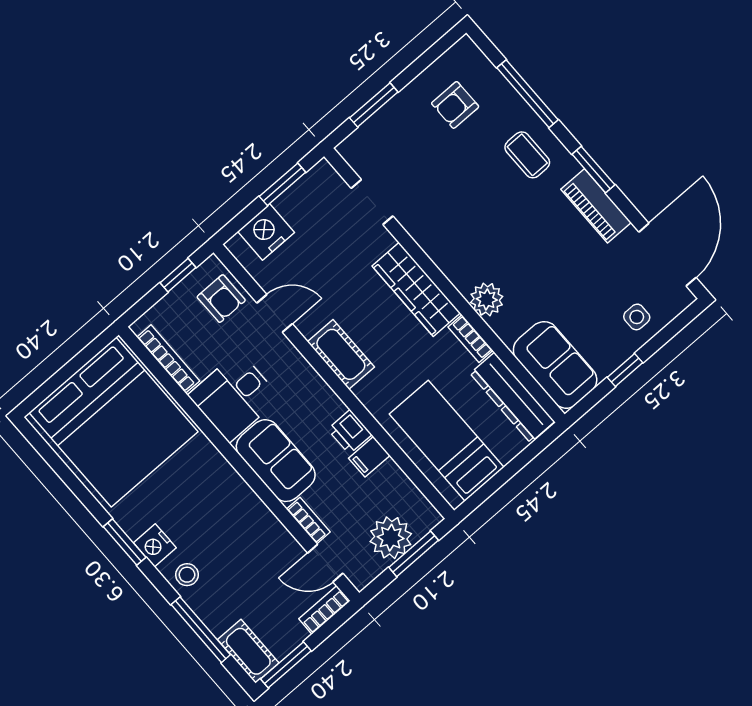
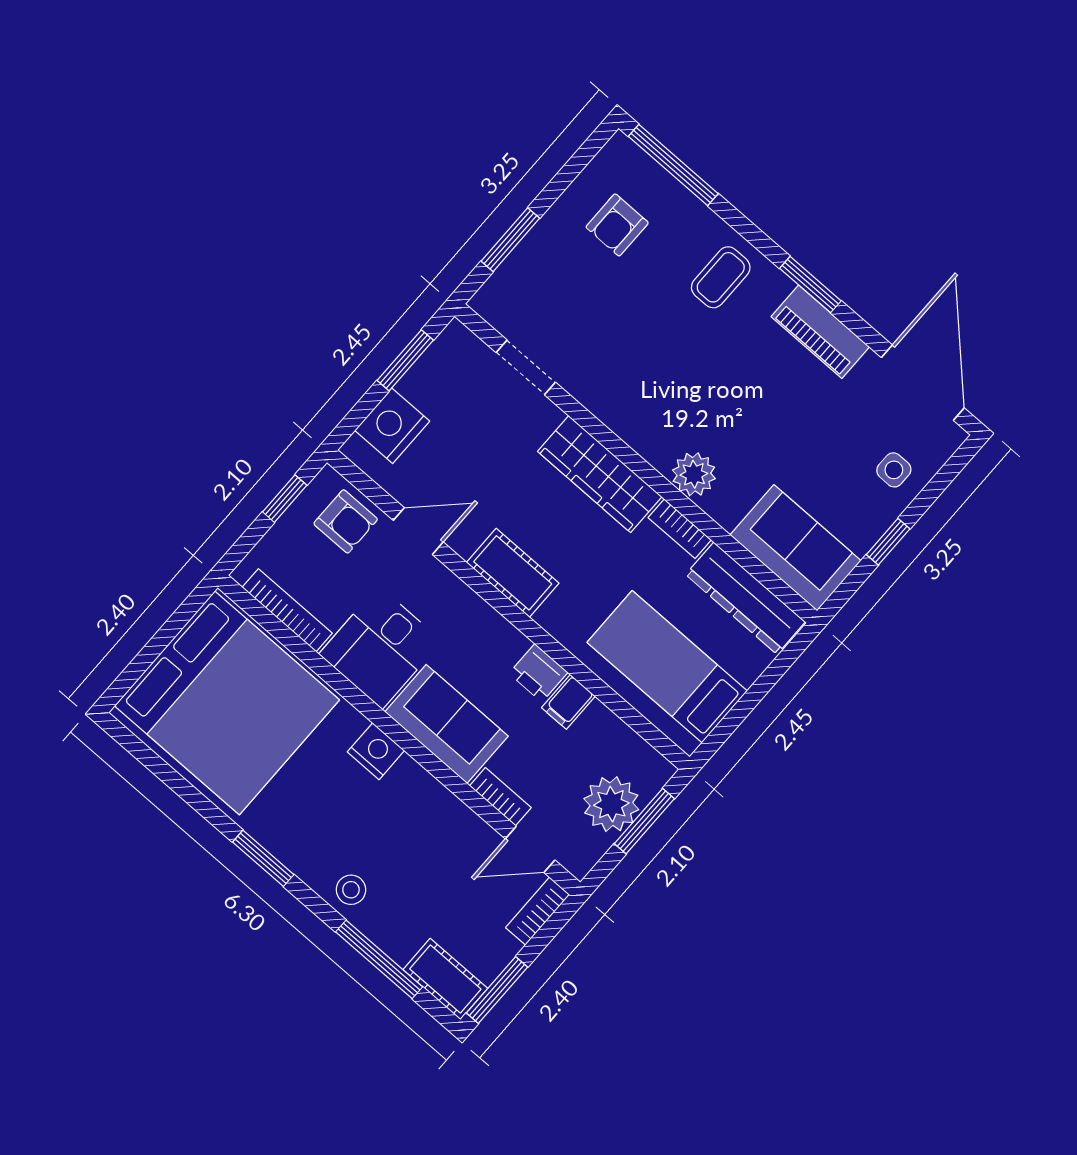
window: (528, 94) -> (673, 165), moved
coffee table: (527, 155) -> (721, 277), turned 90
nightstand: (155, 545) -> (376, 751), moved, turned 180

